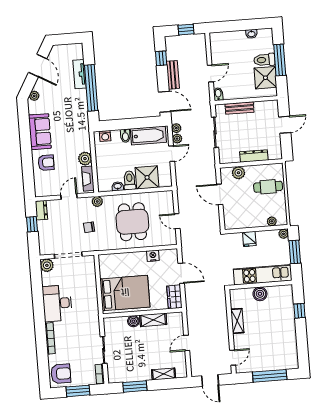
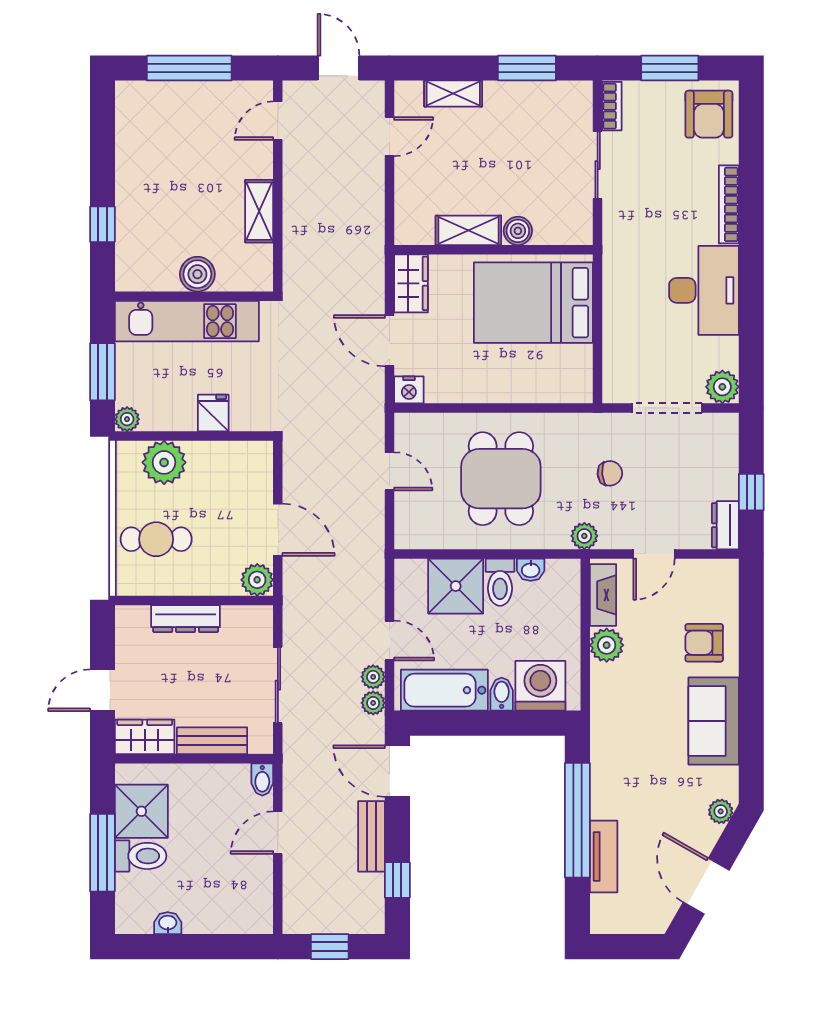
wardrobe: (266, 107) -> (145, 737), added
washing machine: (105, 136) -> (540, 686), width x1.89, depth x1.89
door: (172, 154) -> (390, 640), swing flipped
plant: (238, 173) -> (257, 580), moved
plant: (272, 221) -> (164, 462), width x1.87, depth x1.87
nightstand: (153, 256) -> (409, 390), moved
door: (187, 343) -> (390, 137), moved
armchair: (61, 374) -> (709, 114), turned -90

